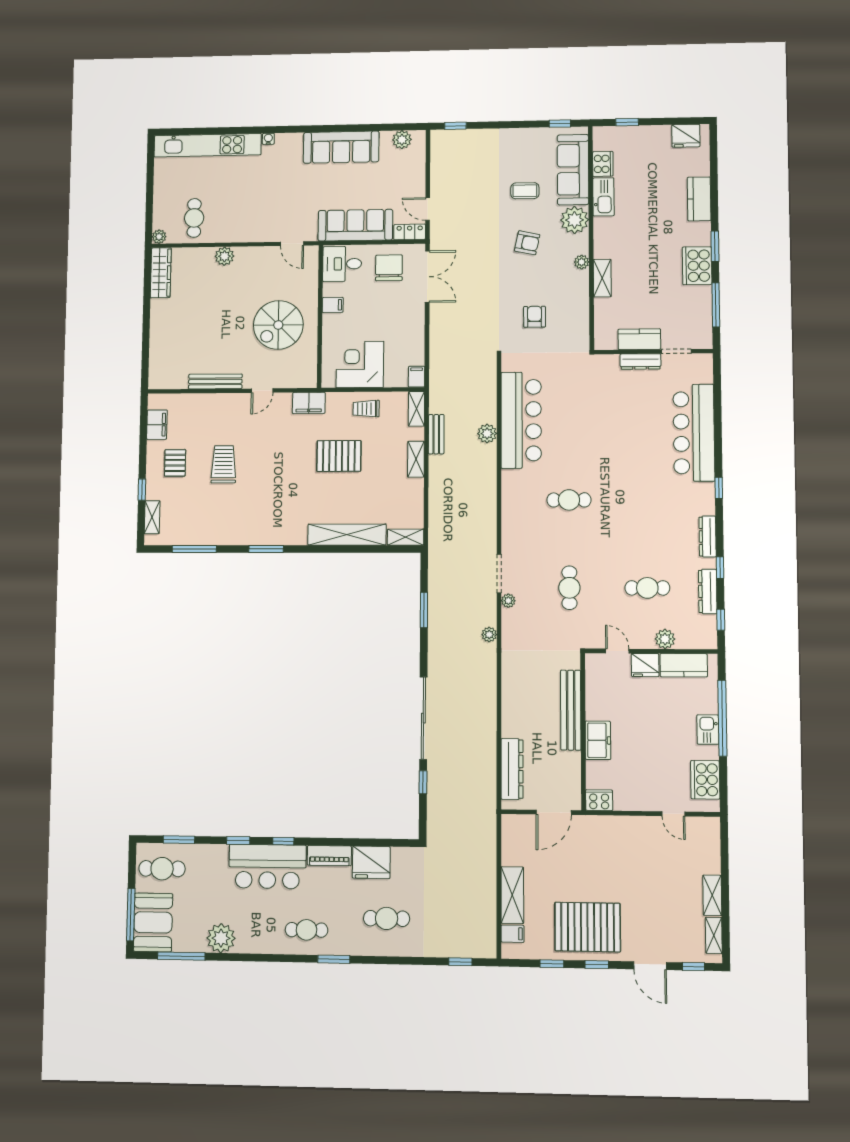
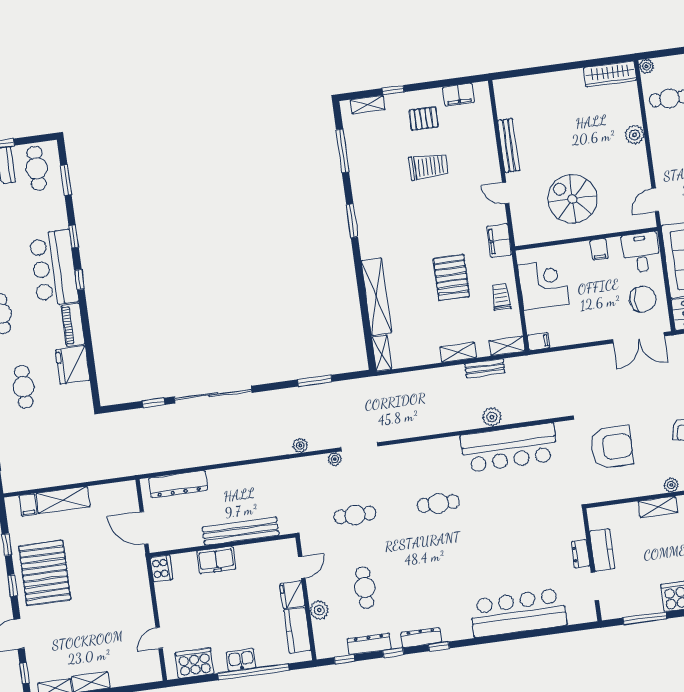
armchair: (535, 317) -> (612, 447), width x1.88, depth x1.88
dresser: (640, 362) -> (581, 554), width x0.70
window: (719, 488) -> (439, 646), moved
cafe table: (569, 500) -> (438, 503), turned 90

